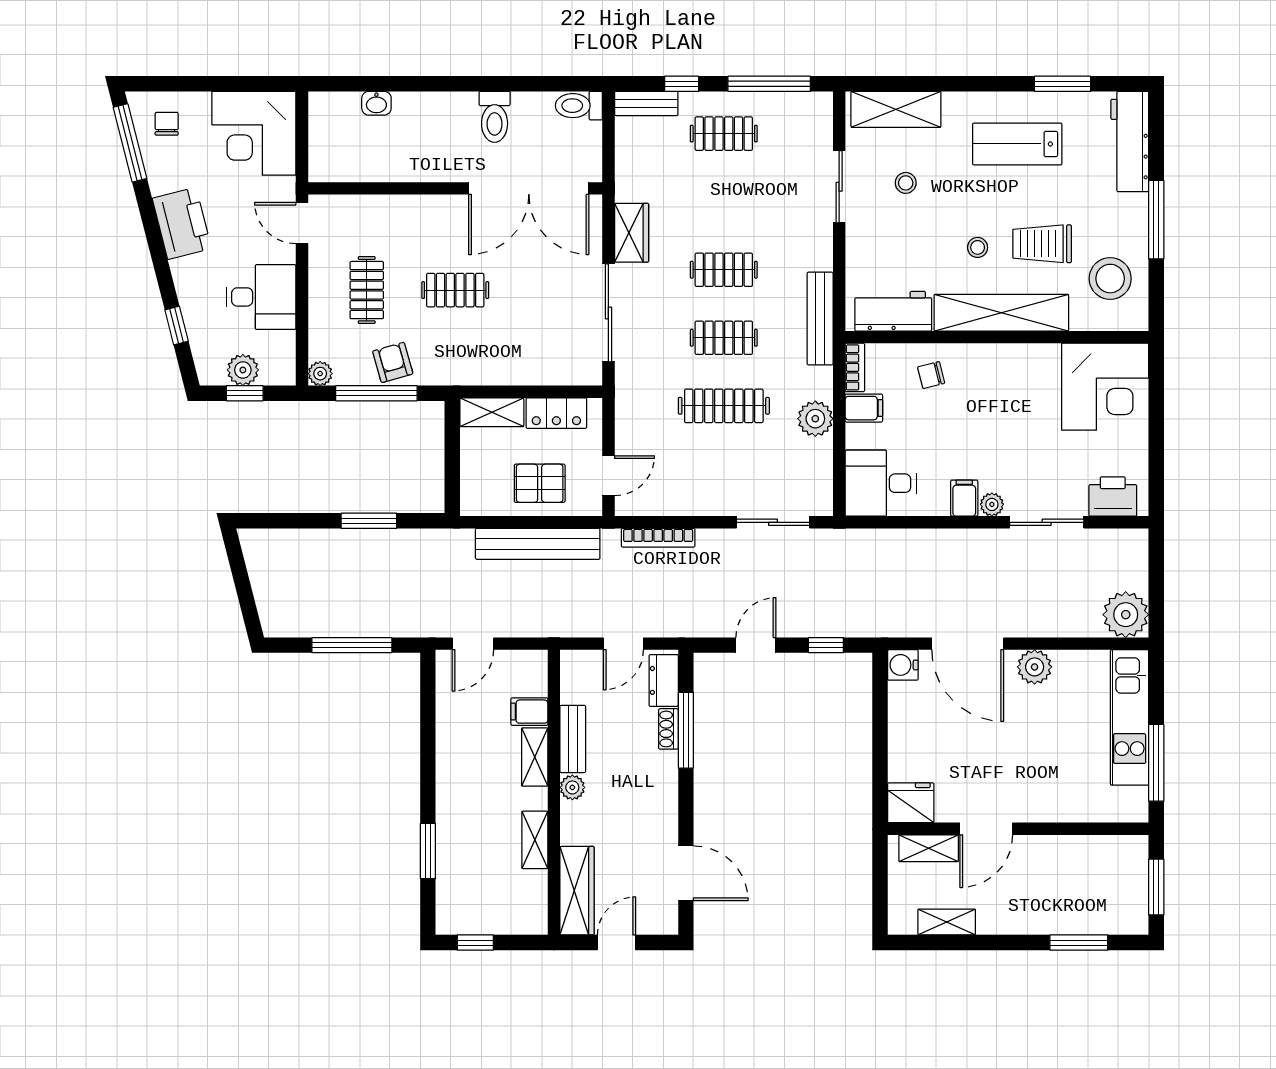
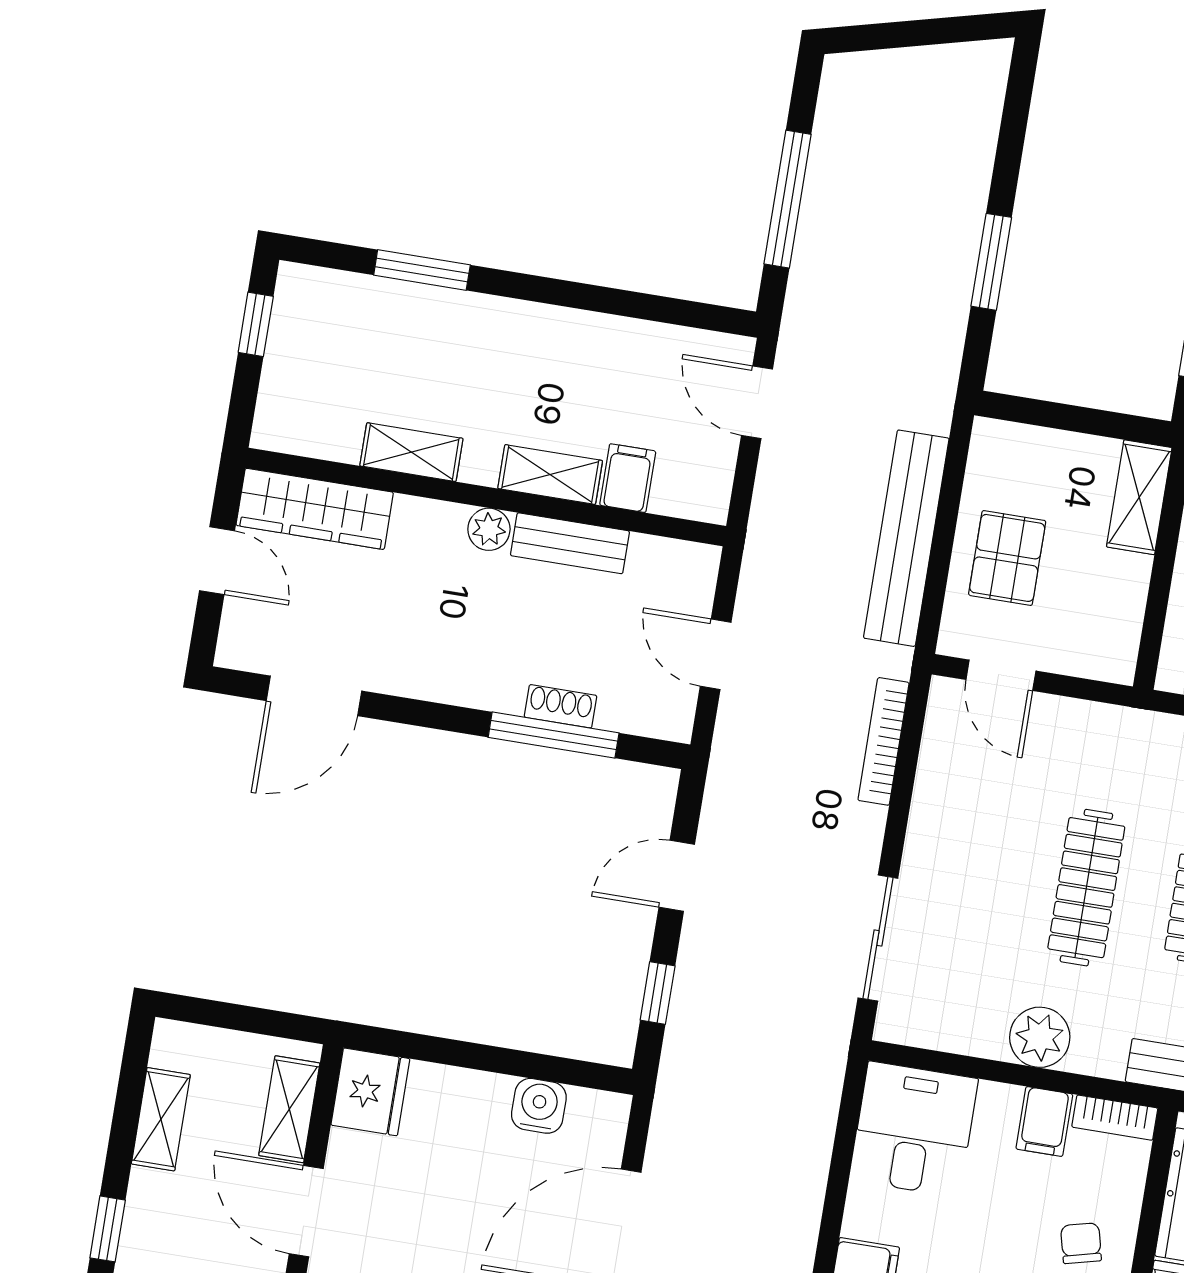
locker: (556, 413) -> (1120, 605), removed
door: (756, 645) -> (677, 876), swing flipped
water cooler: (903, 665) -> (539, 1106), moved
dresser: (664, 680) -> (643, 712), removed
window: (1016, 943) -> (108, 1229), added

